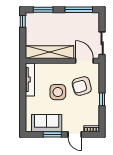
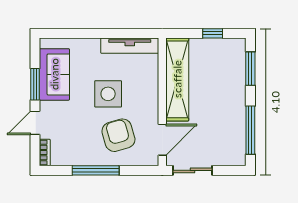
window: (23, 21) -> (213, 33), moved
window: (102, 99) -> (96, 170), width x2.17

